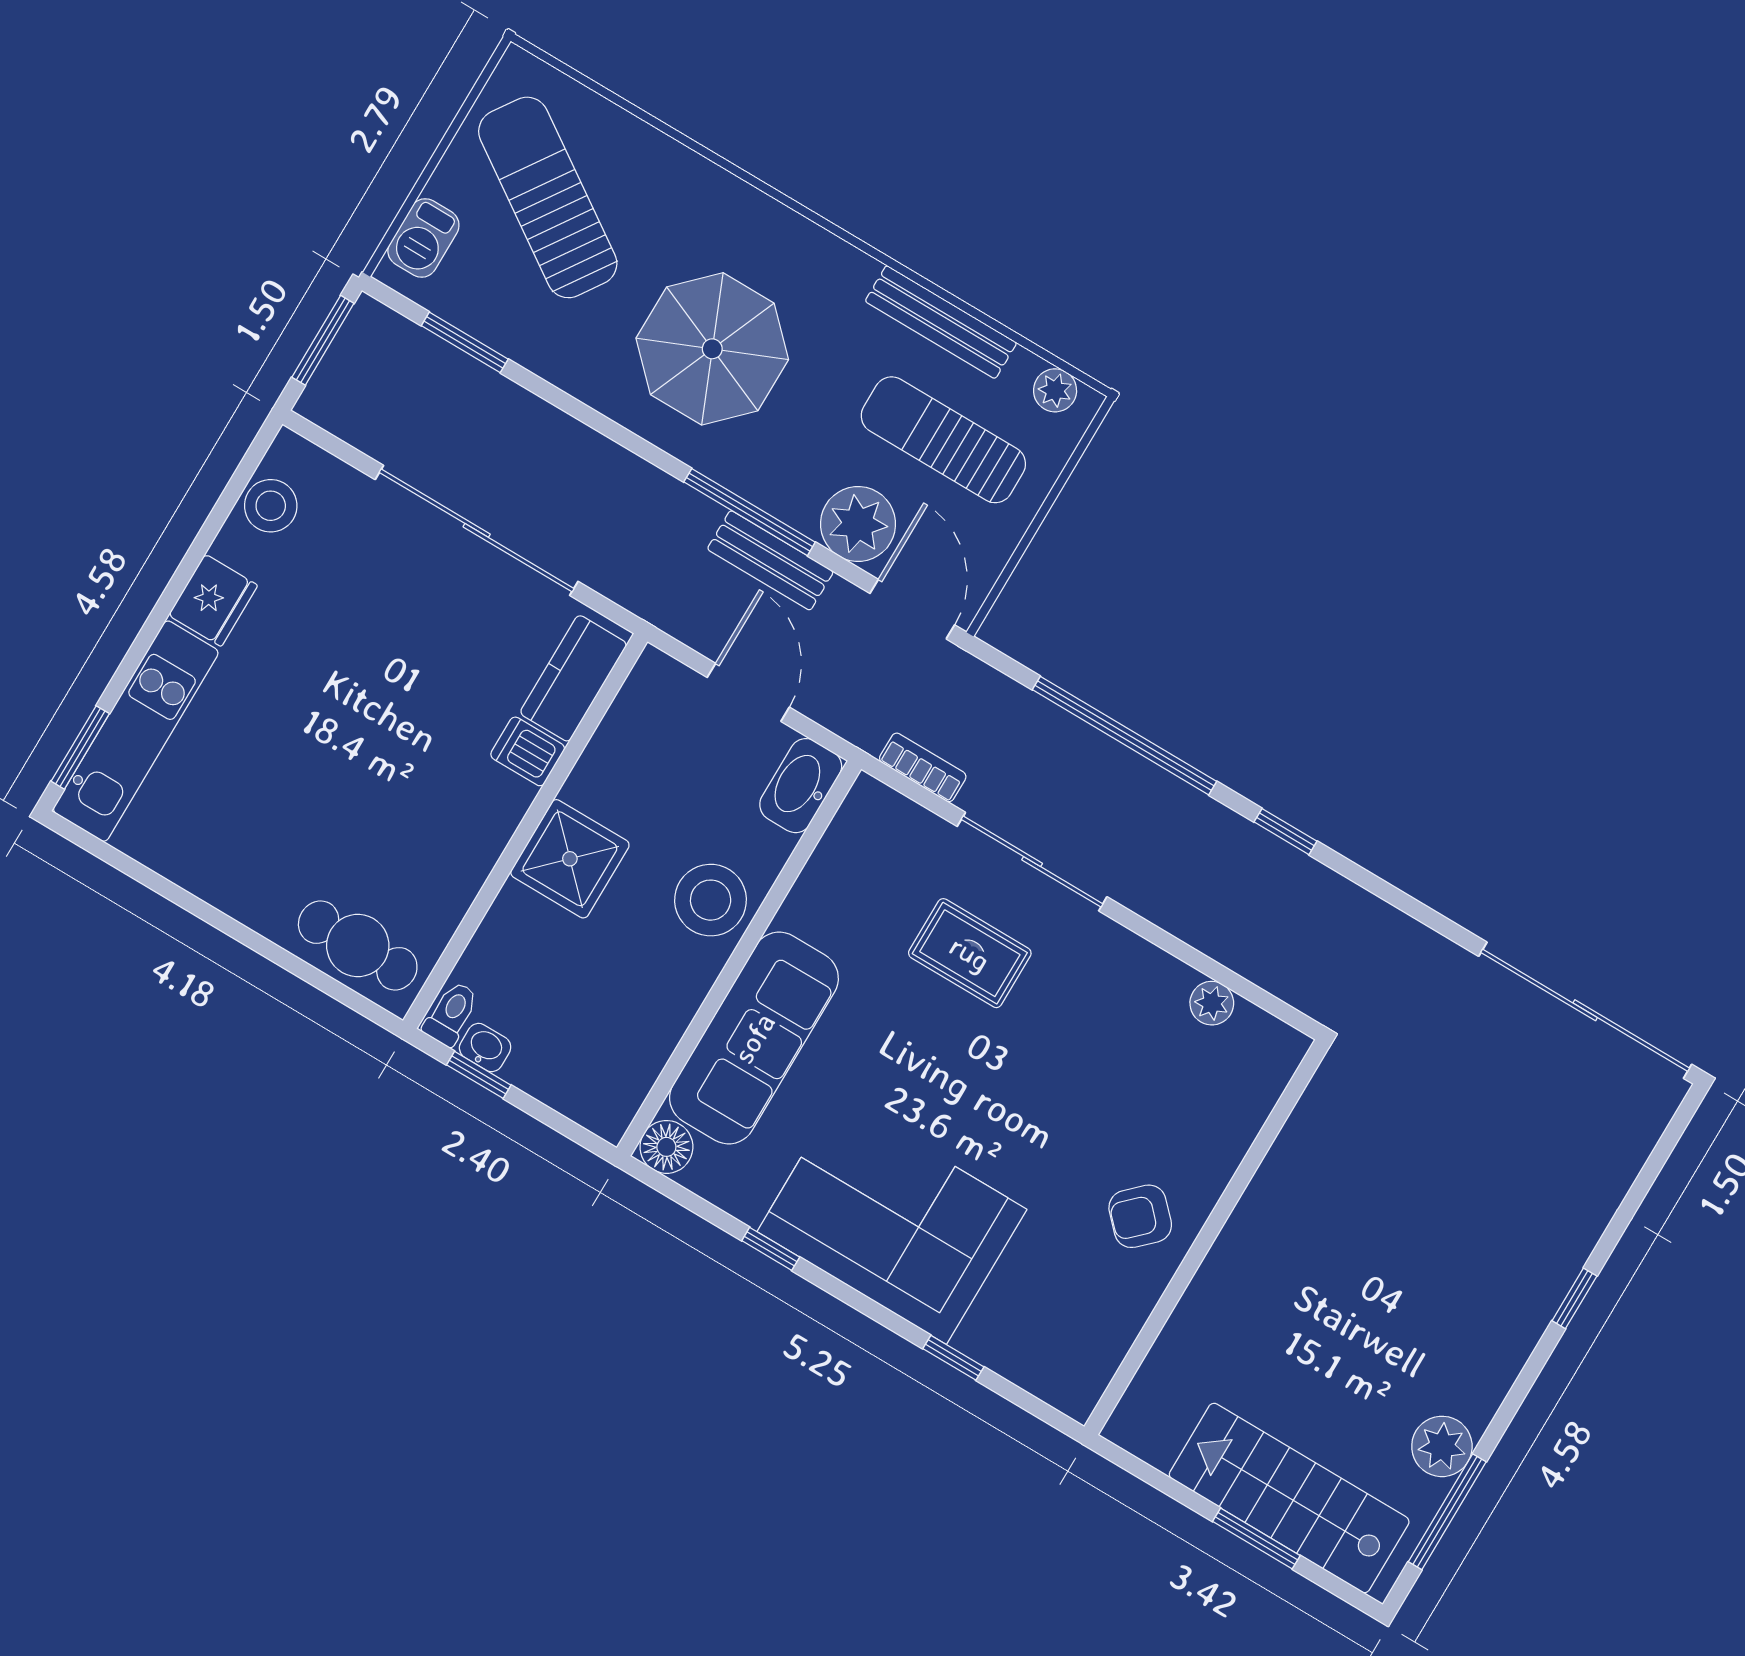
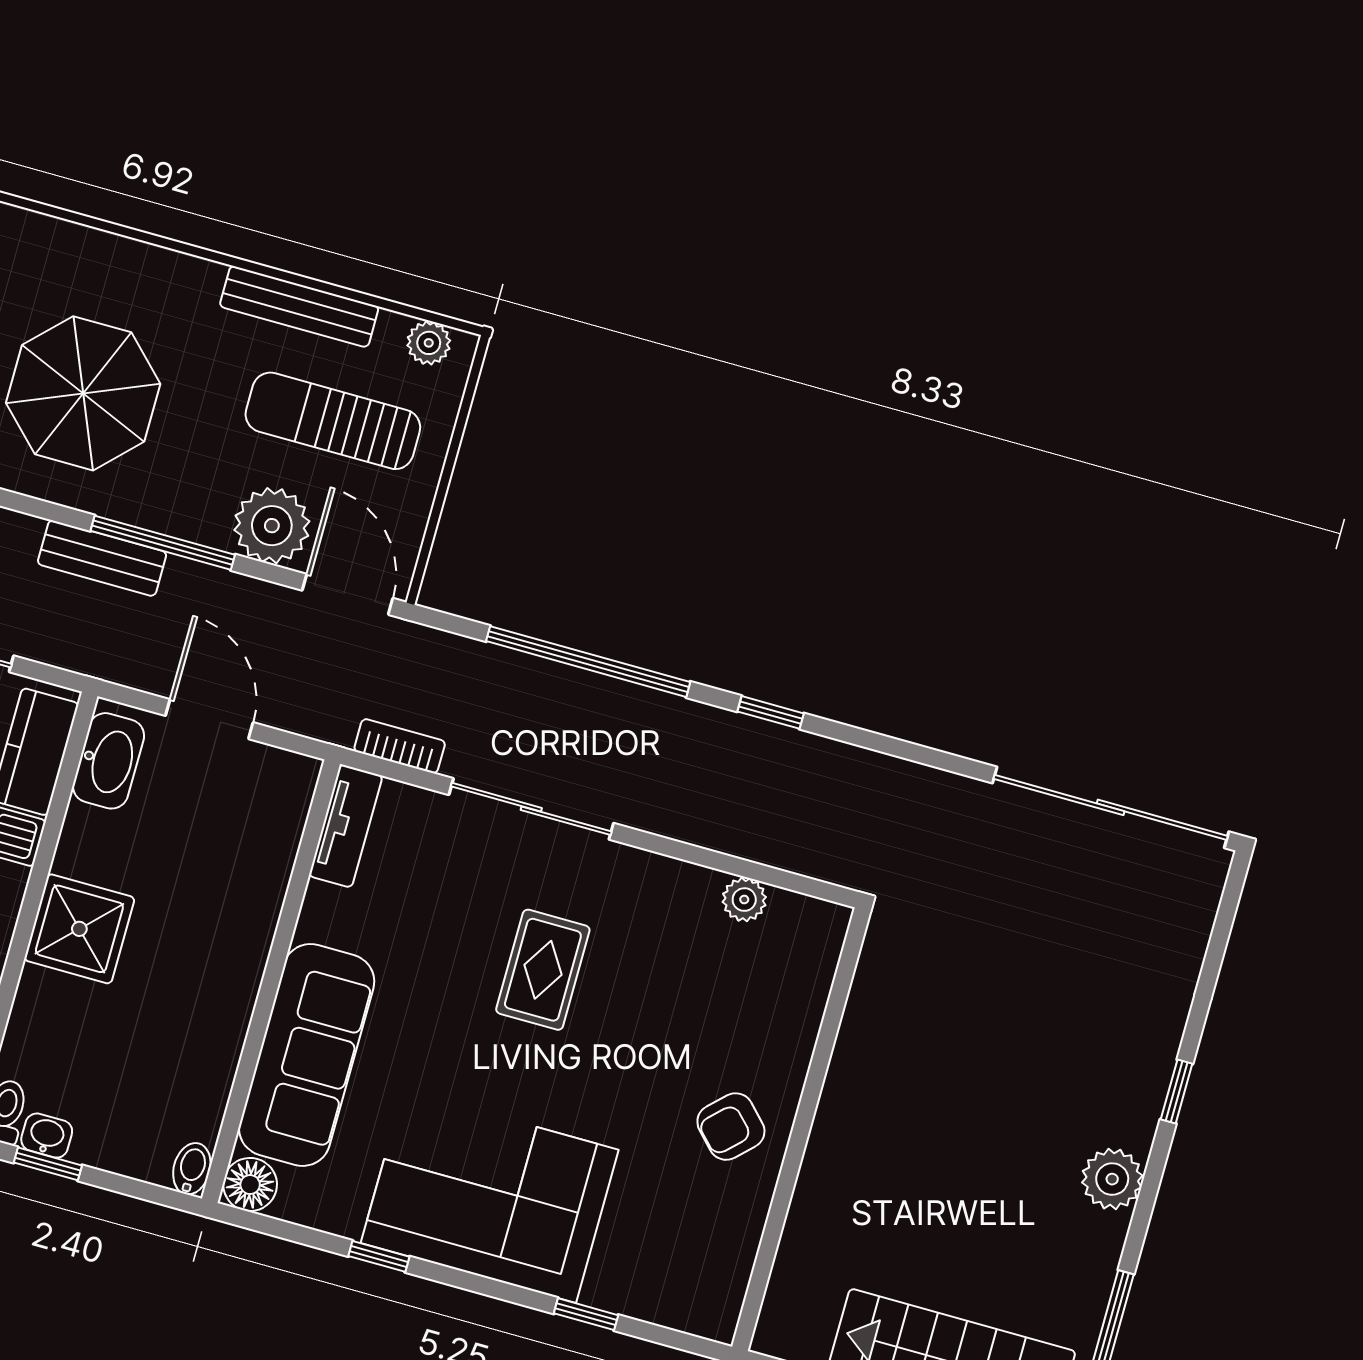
bench: (770, 560) -> (102, 558), moved
washbasin: (801, 786) -> (108, 761), moved, turned 180
tv unit: (851, 830) -> (346, 826), added
stool: (711, 900) -> (228, 932), removed
rug: (970, 953) -> (543, 970), moved, turned 90
bidet: (615, 1117) -> (192, 1169), added
plant: (1442, 1446) -> (1112, 1179), moved

